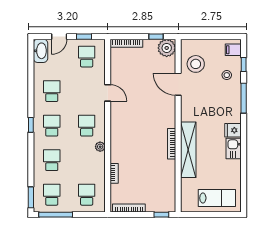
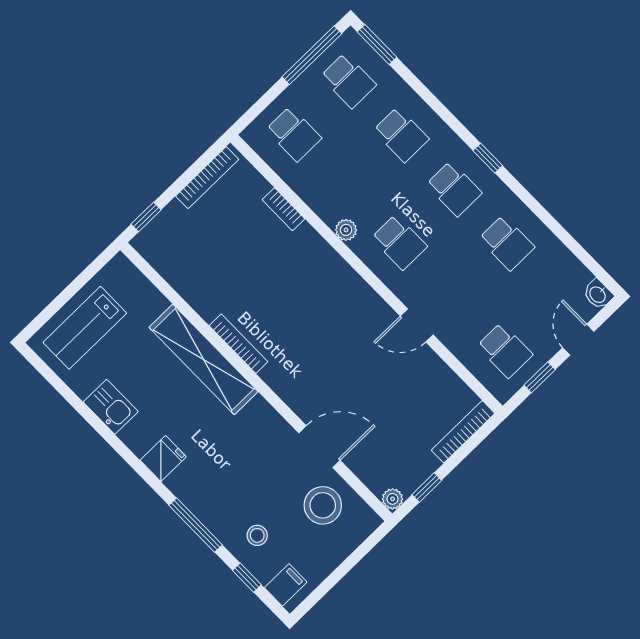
plant: (167, 48) -> (393, 499), width x0.53, depth x0.53
washbasin: (40, 51) -> (598, 294), width x0.52, depth x0.69
kitchen sink: (234, 148) -> (111, 407), moved

